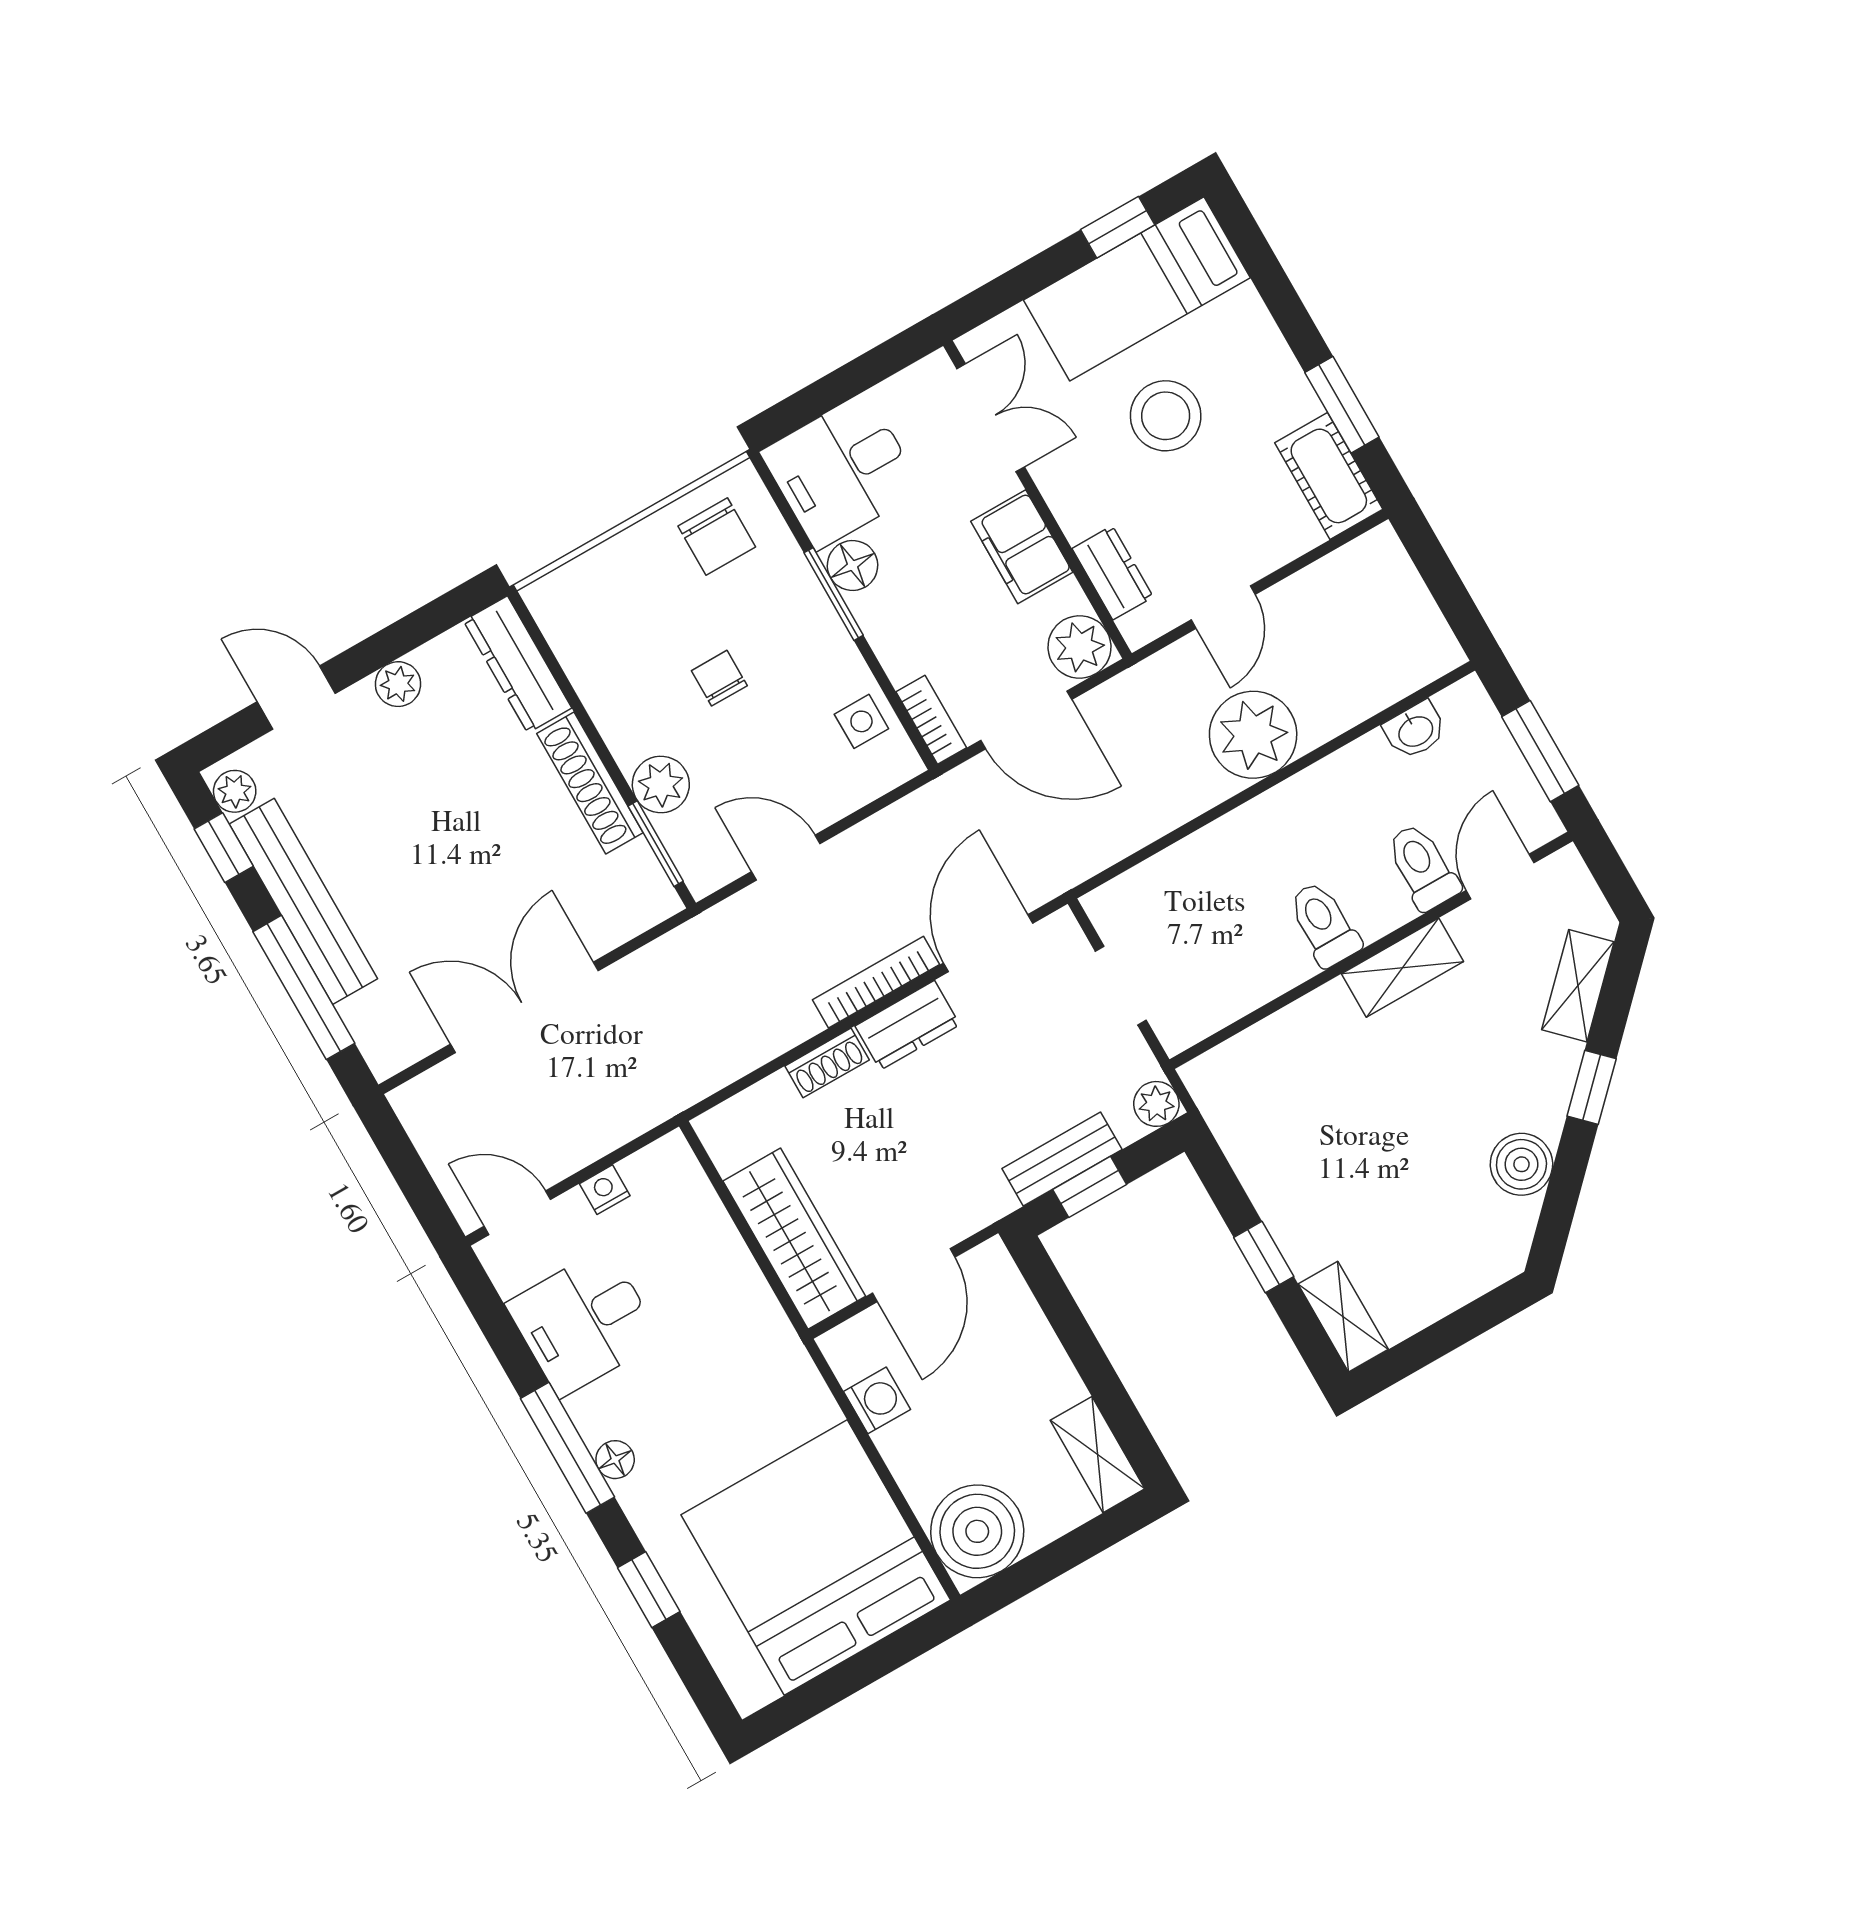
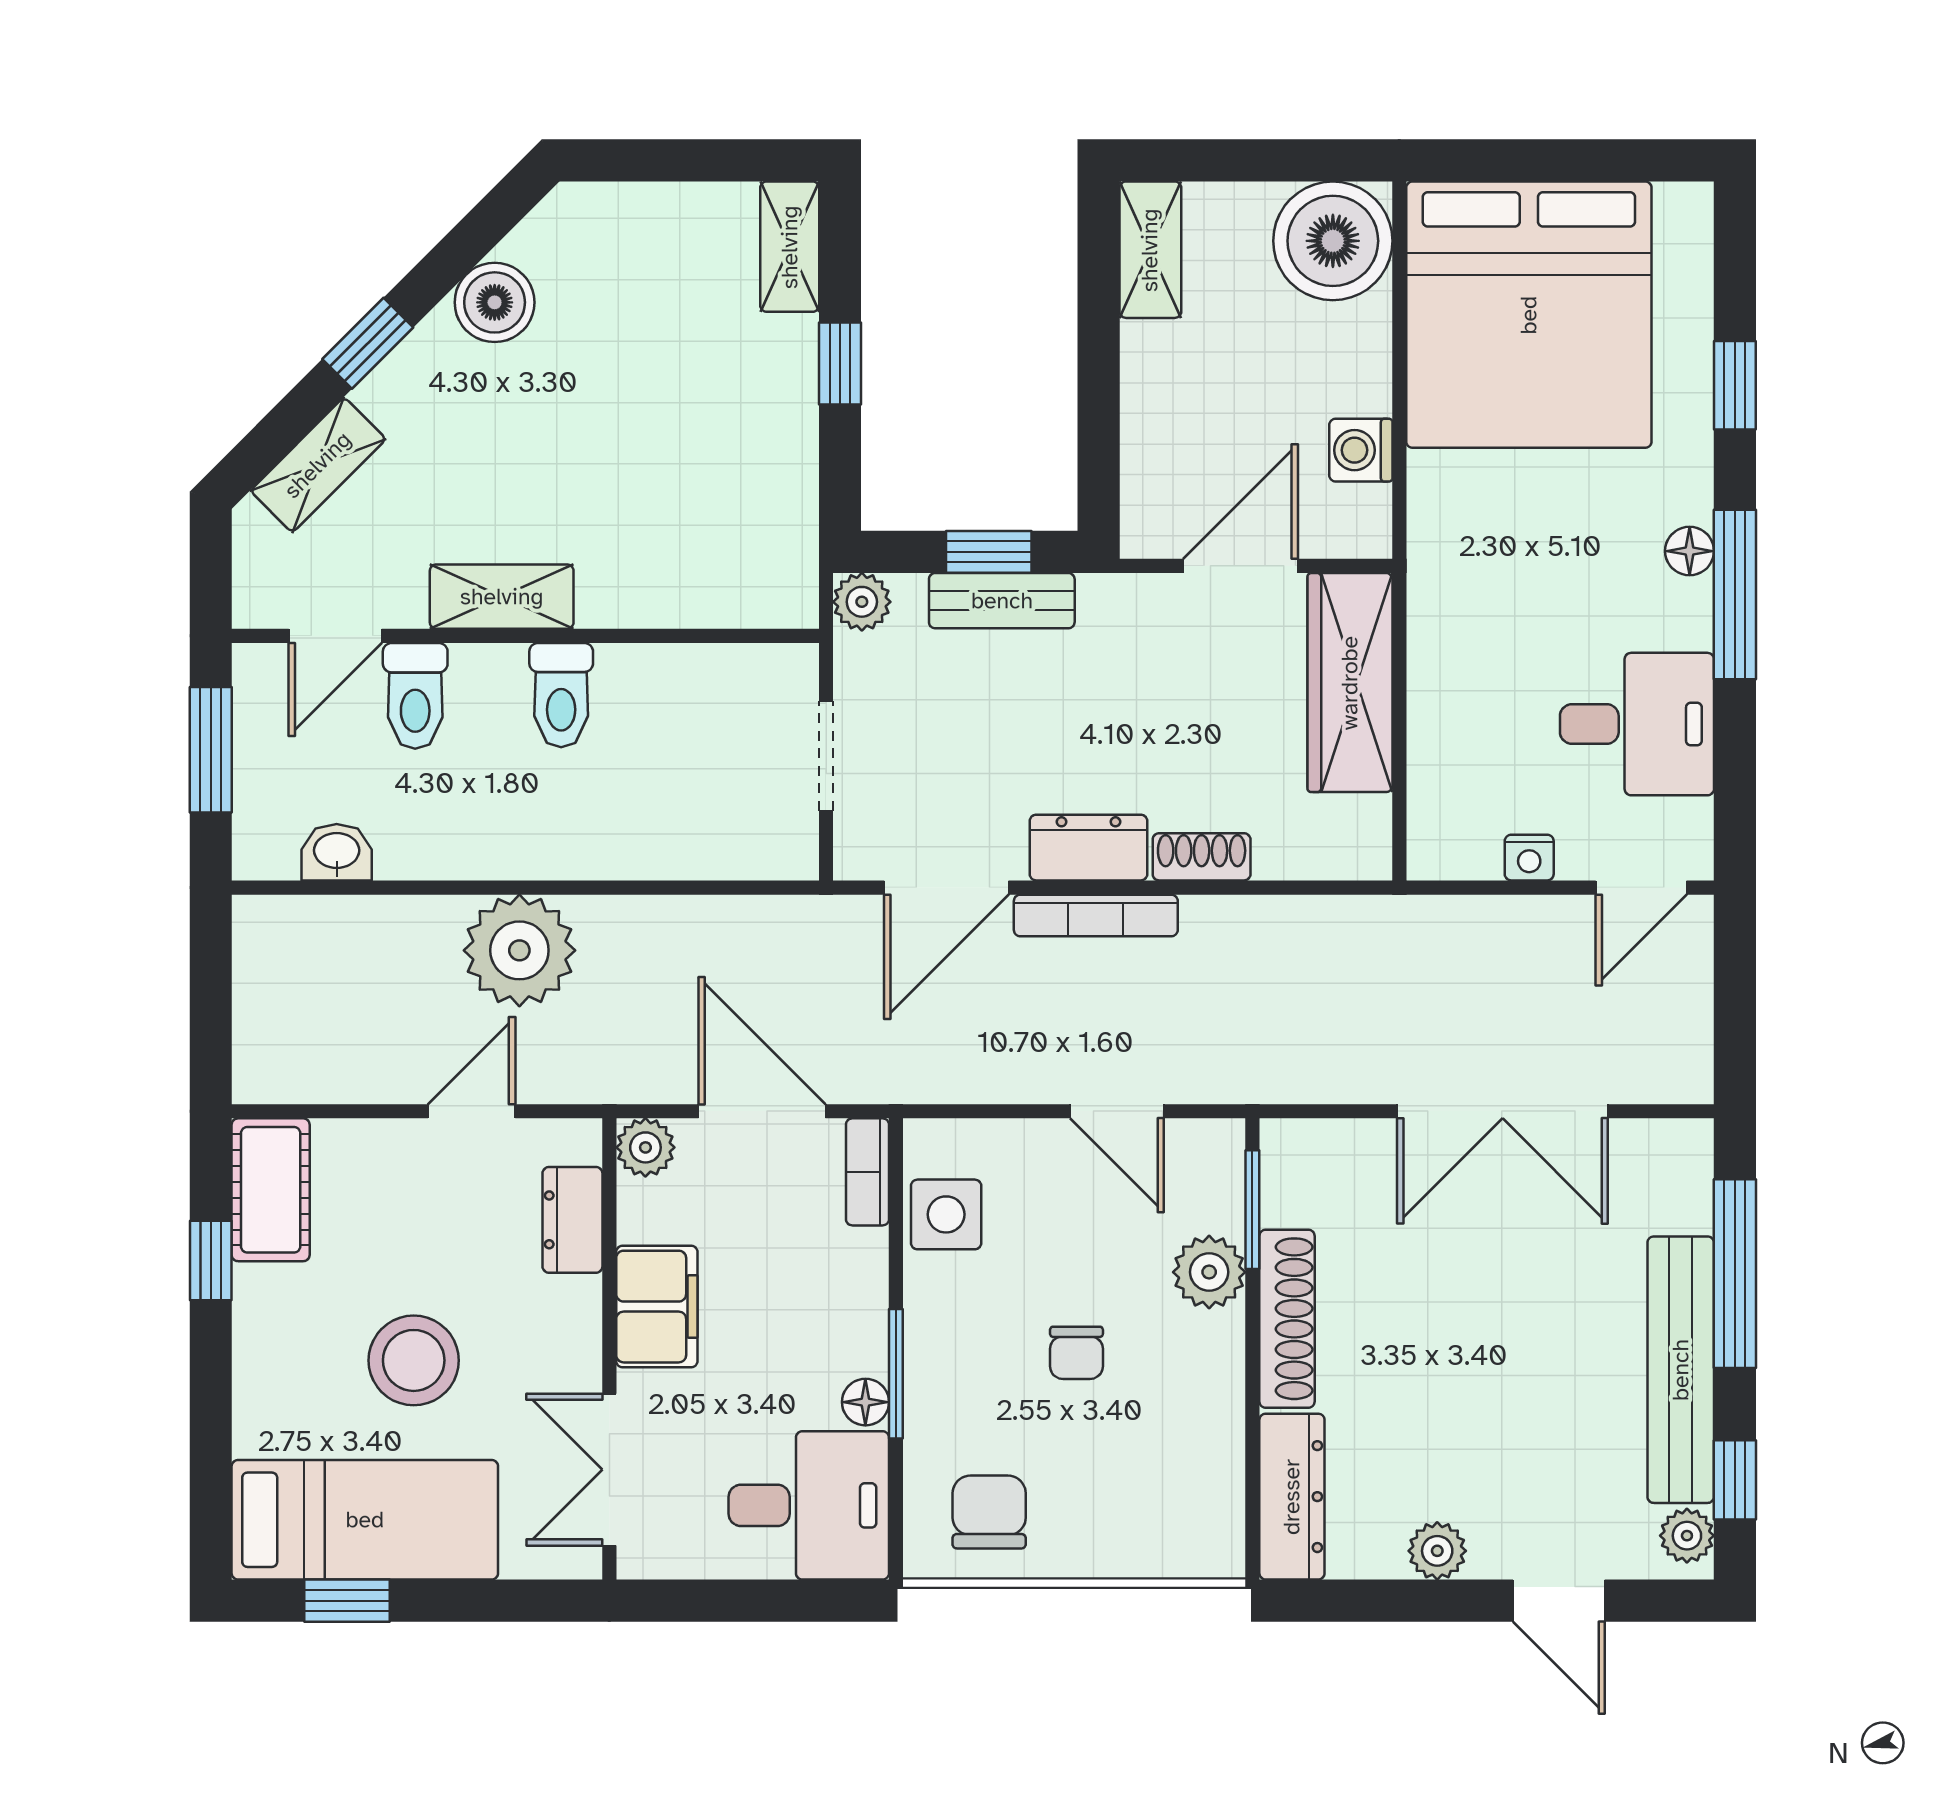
window: (1342, 405) -> (211, 1260), width x0.67
floor lamp: (853, 565) -> (865, 1402), width x0.73, depth x0.73
plant: (1079, 647) -> (645, 1147), width x0.73, depth x0.73
side table: (861, 721) -> (946, 1214), width x1.37, depth x1.37
door: (517, 1213) -> (1641, 888), hinge flipped

